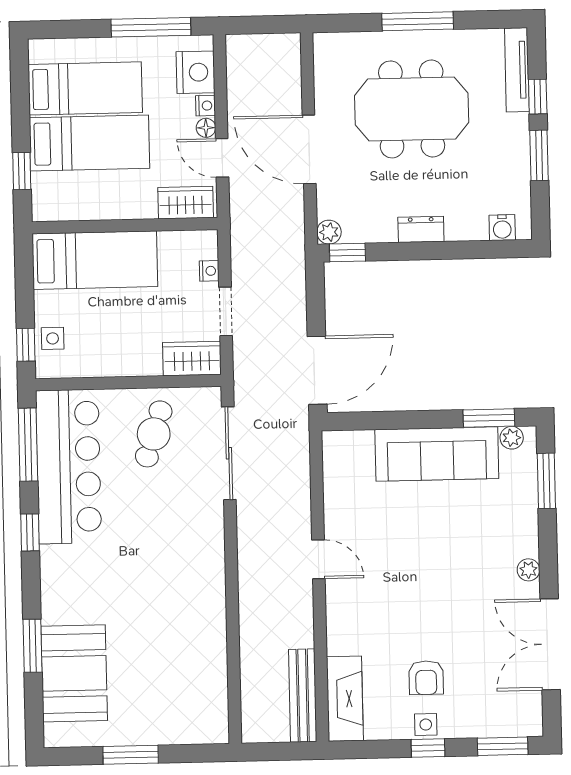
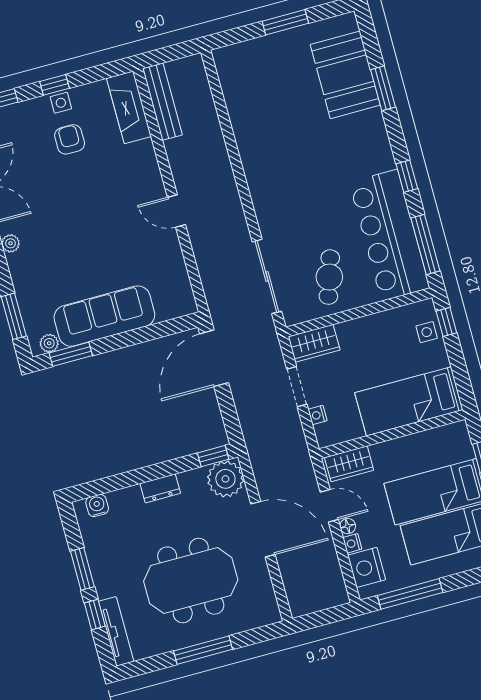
plant: (329, 232) -> (225, 479), width x1.87, depth x1.87

